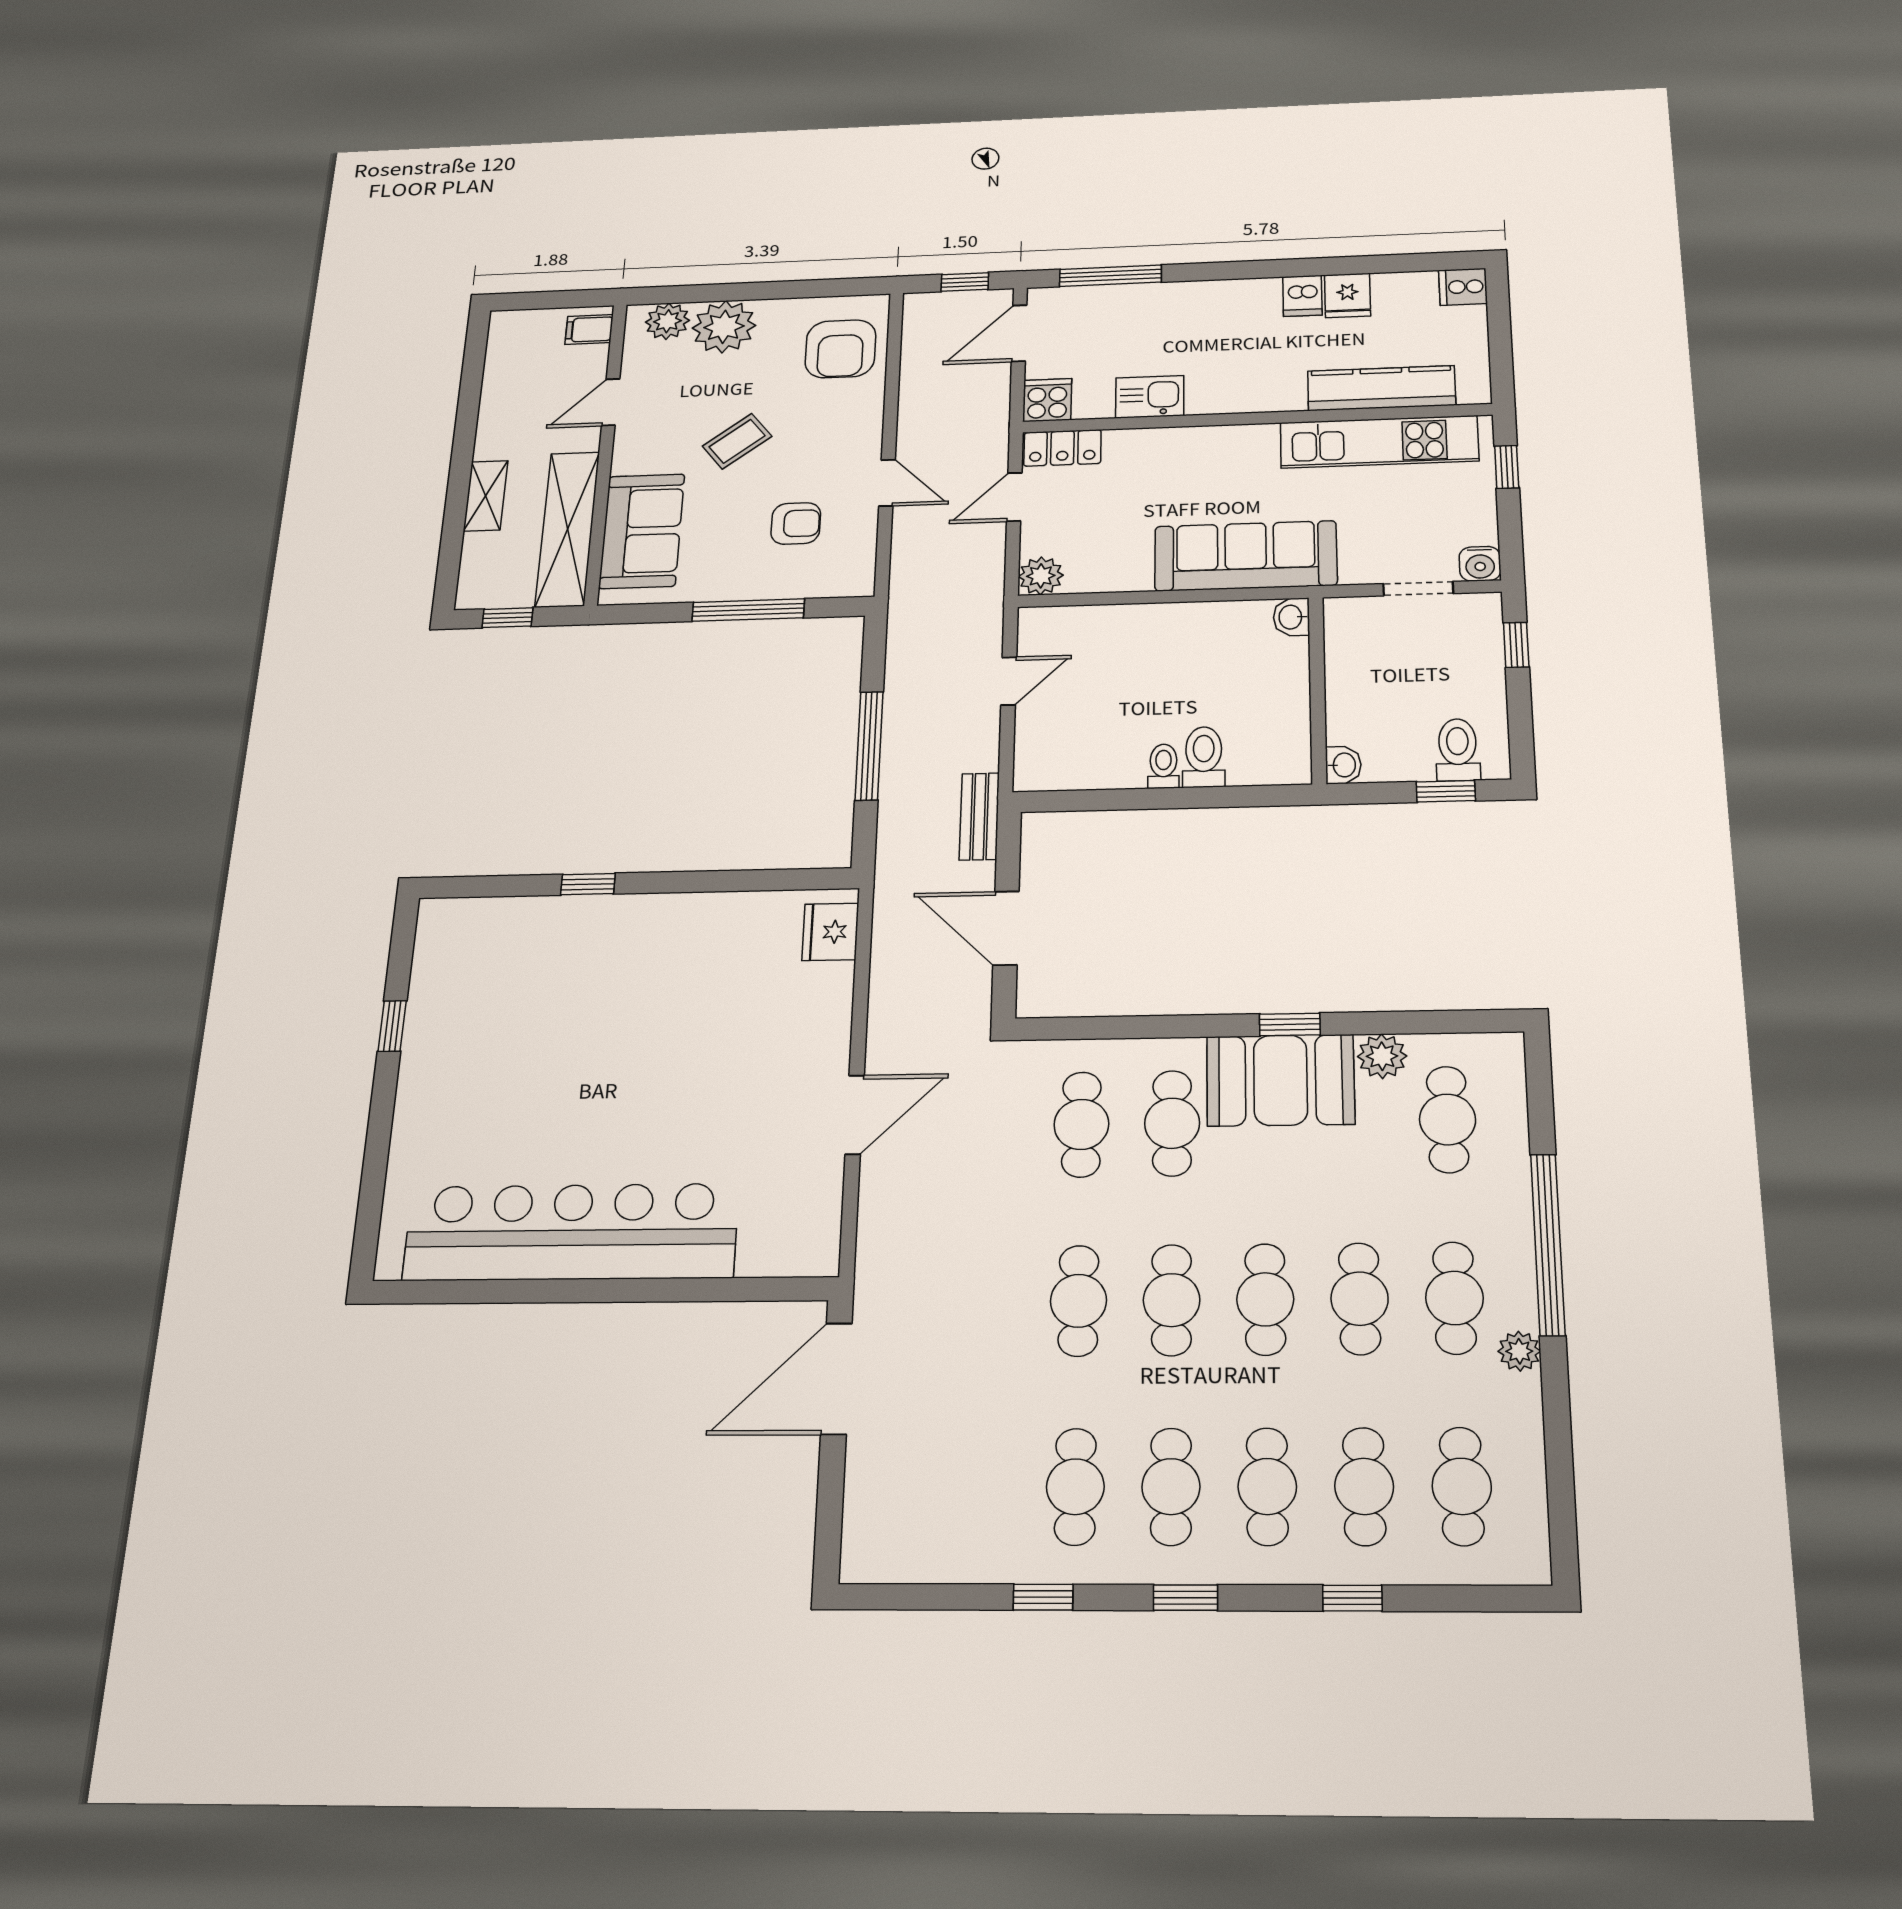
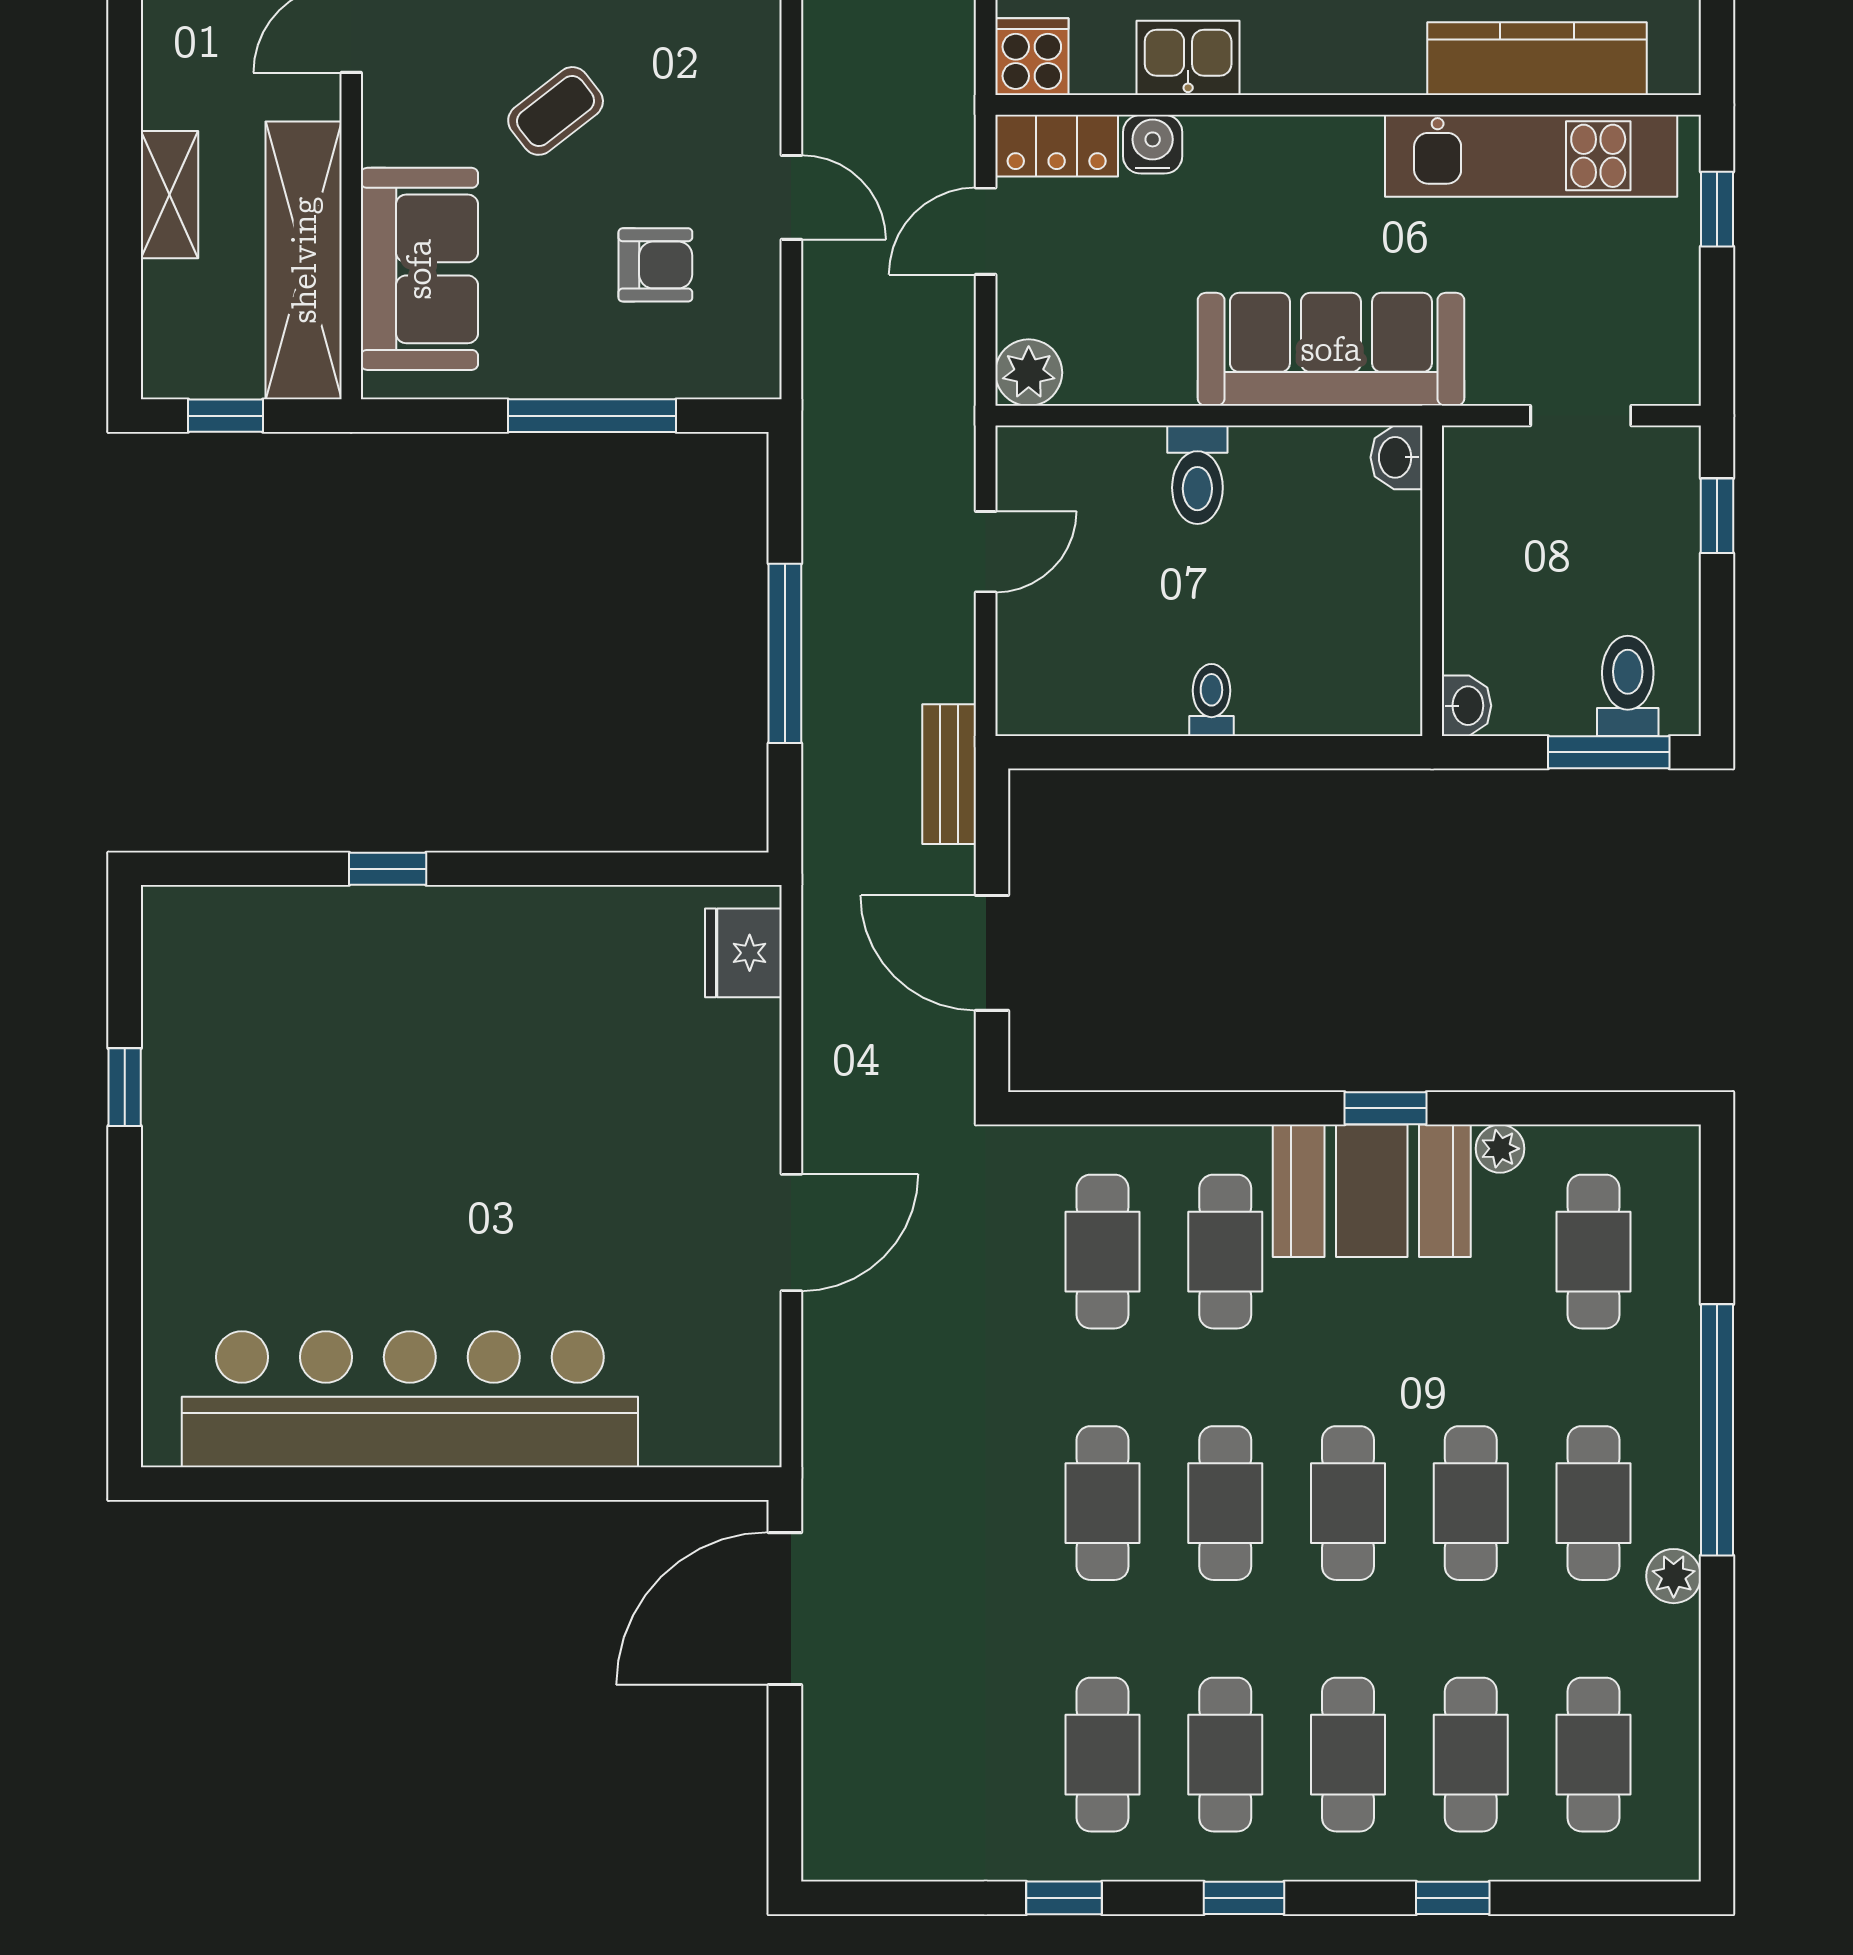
water cooler: (1480, 564) -> (1153, 144), moved, turned 180
toilet: (1204, 757) -> (1197, 475), moved, turned 180
window: (1446, 791) -> (1609, 752), width x1.50
plant: (1382, 1056) -> (1500, 1149), width x0.73, depth x0.73

